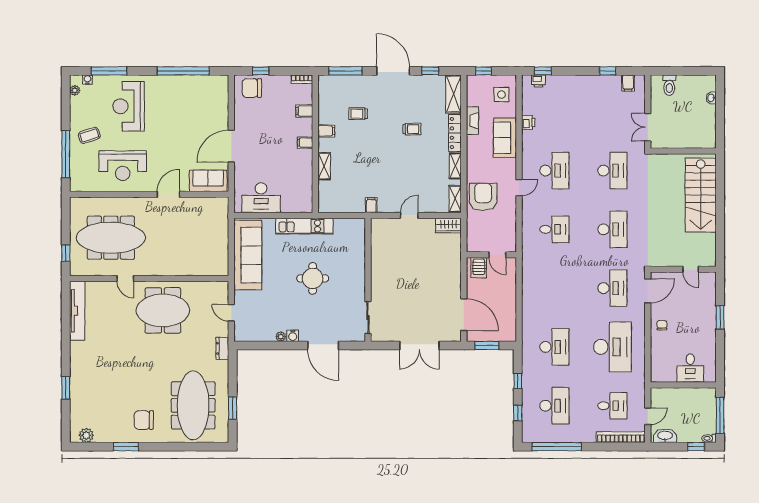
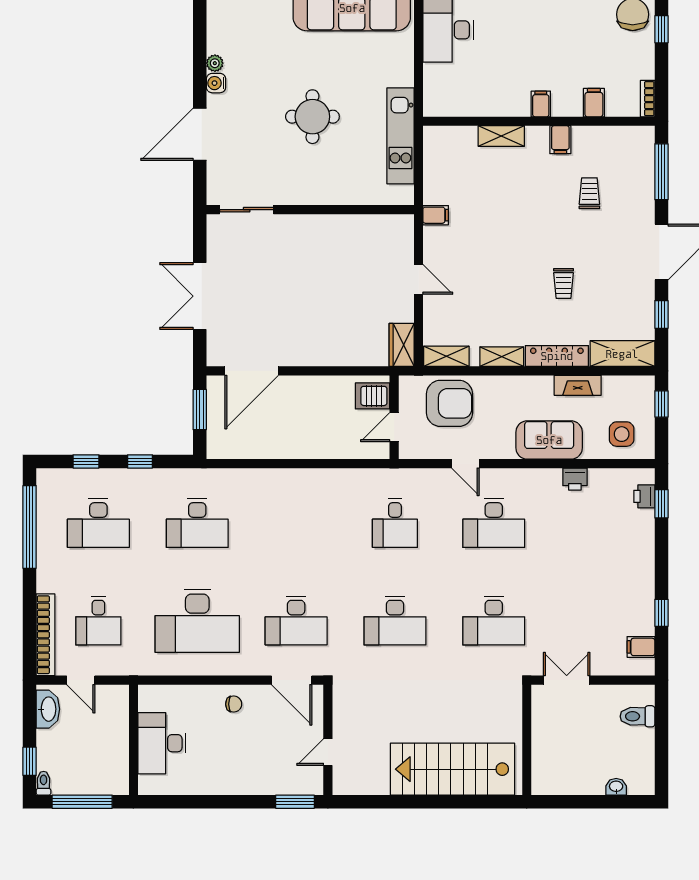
kitchen unit: (304, 226) -> (400, 136), moved
wall: (491, 255) -> (394, 417), moved
door: (497, 255) -> (394, 427), moved
server rack: (479, 268) -> (373, 396), moved
window: (720, 317) -> (295, 802), moved
desk: (690, 368) -> (162, 743), width x1.37

